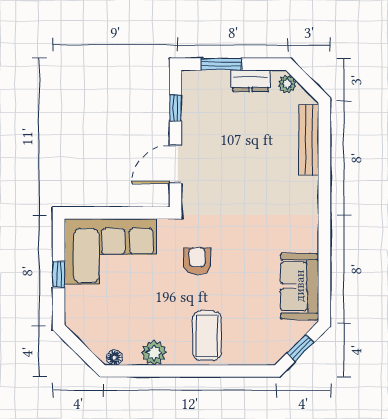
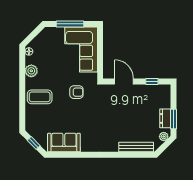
window: (221, 64) -> (173, 119), moved
window: (59, 274) -> (70, 24), width x2.17

